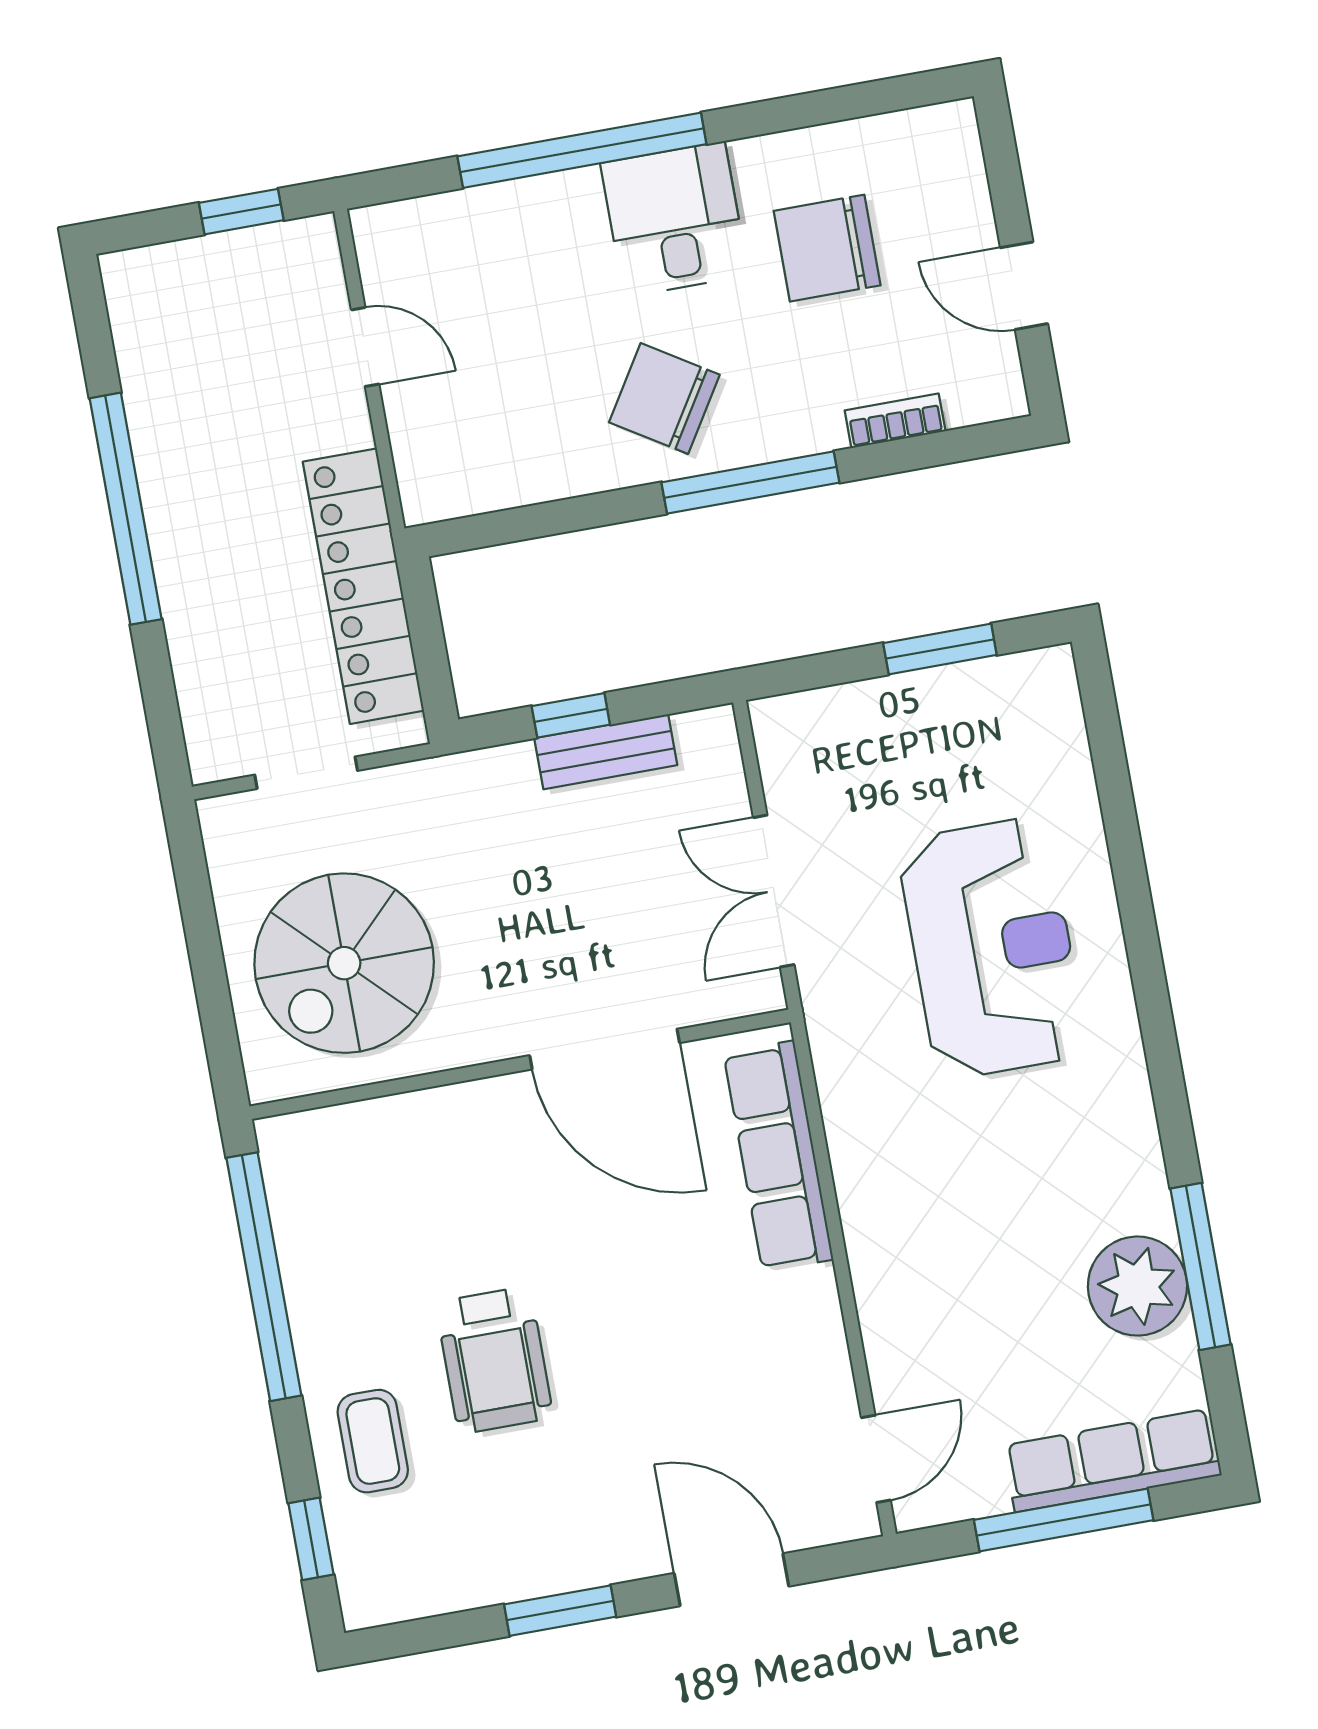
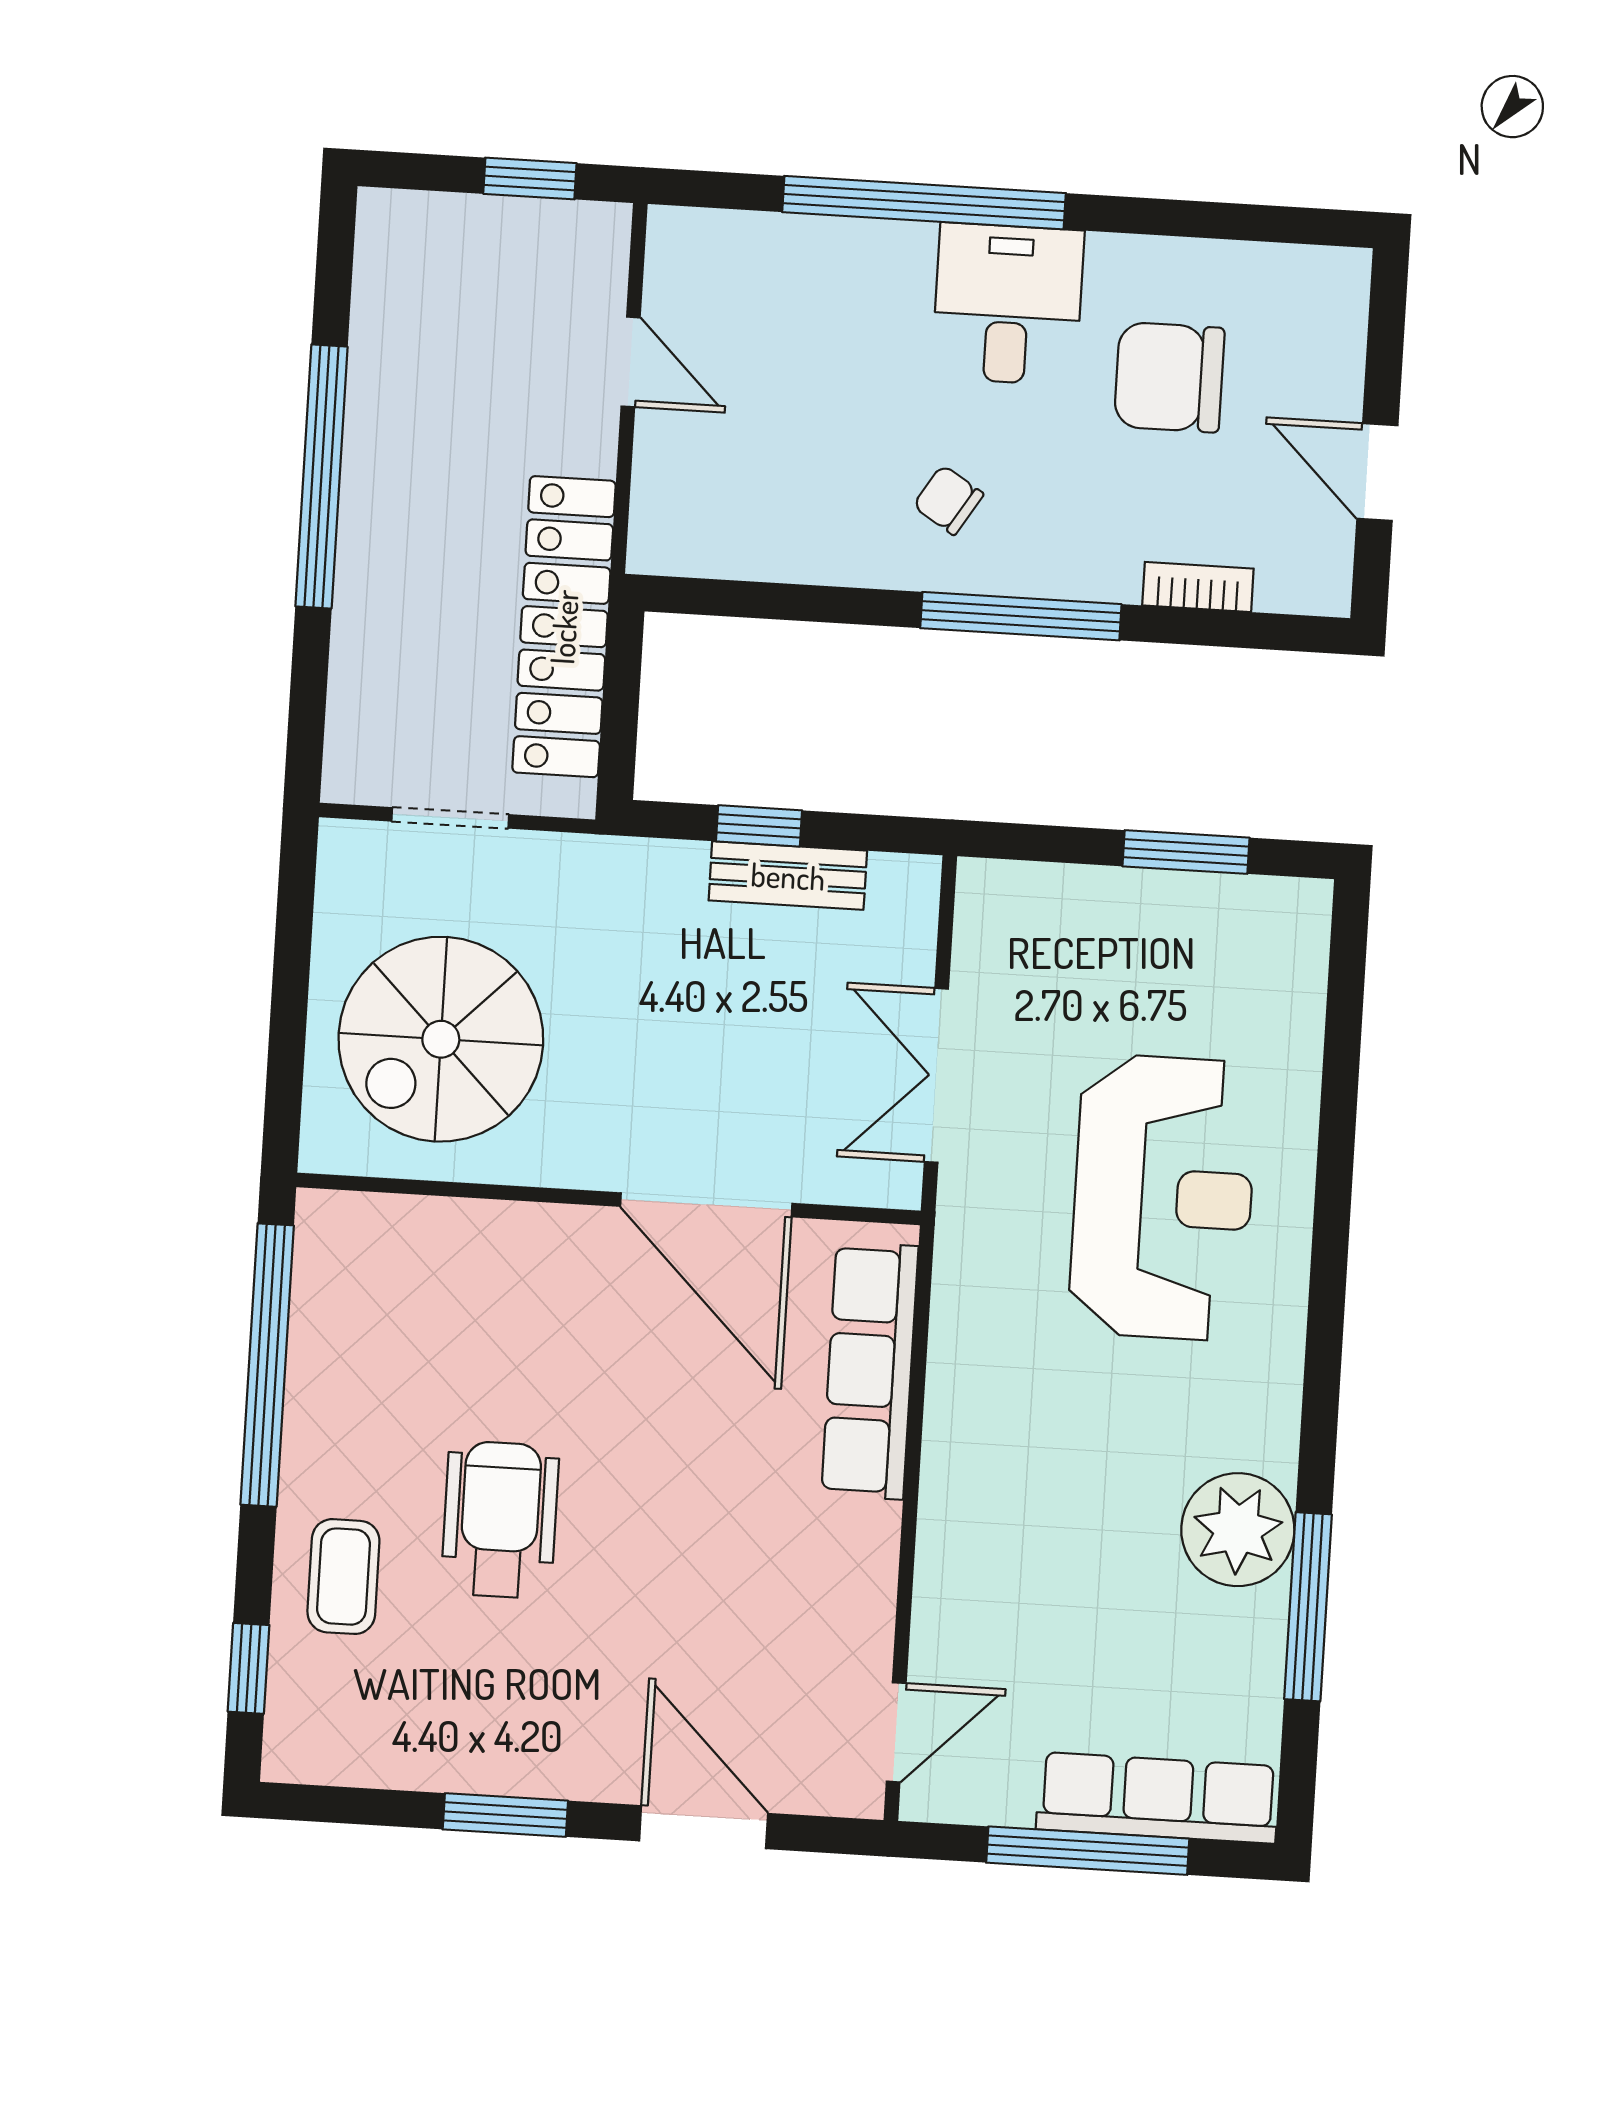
chair: (664, 399) -> (948, 500), width x0.54, depth x0.54
plant: (1137, 1286) -> (1238, 1530), moved
wheelchair: (494, 1360) -> (500, 1520), turned 180

